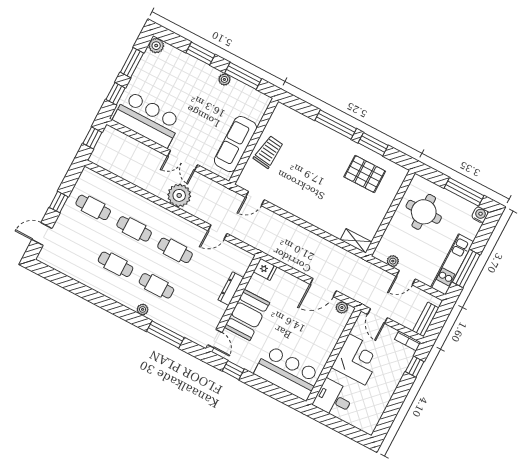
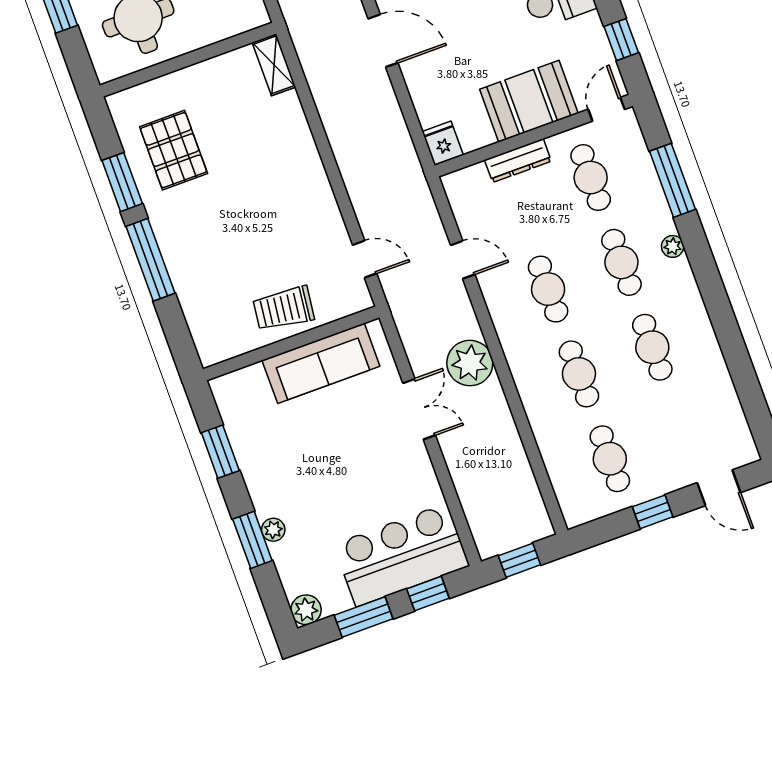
window: (243, 76) -> (220, 452), width x0.69
plant: (224, 79) -> (273, 530), moved
bar counter: (147, 119) -> (402, 555), moved, turned 90
cafe table: (197, 307) -> (591, 178), added

